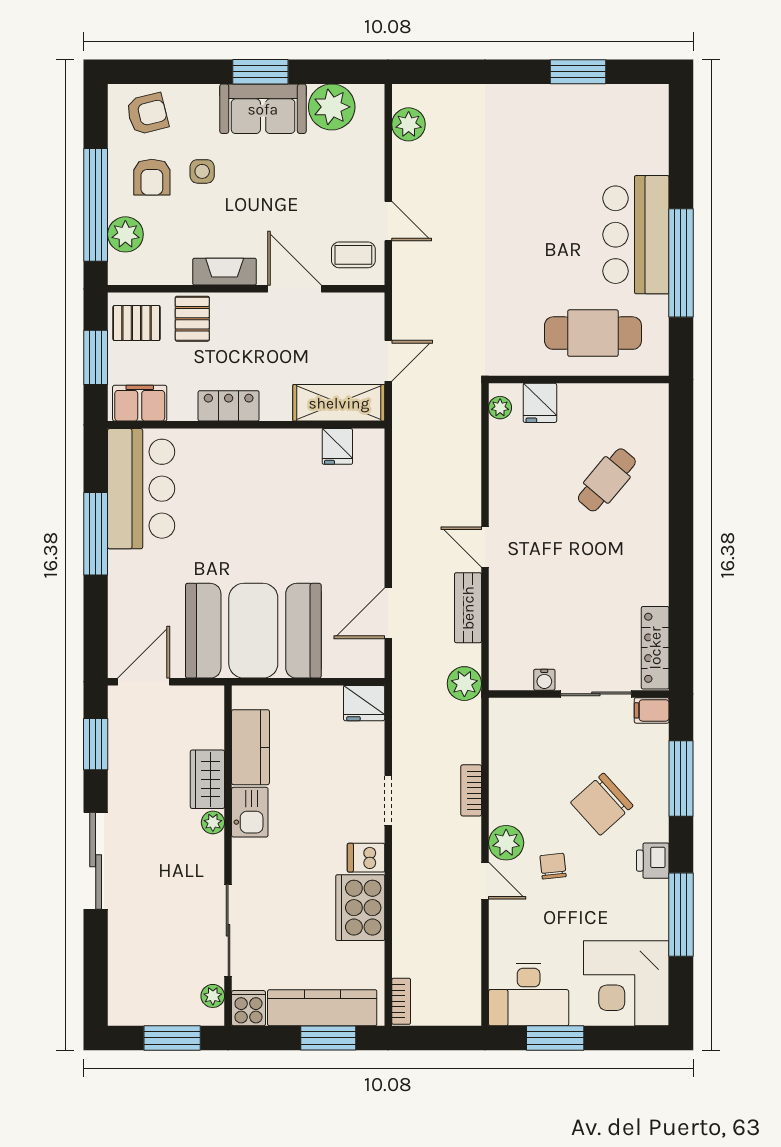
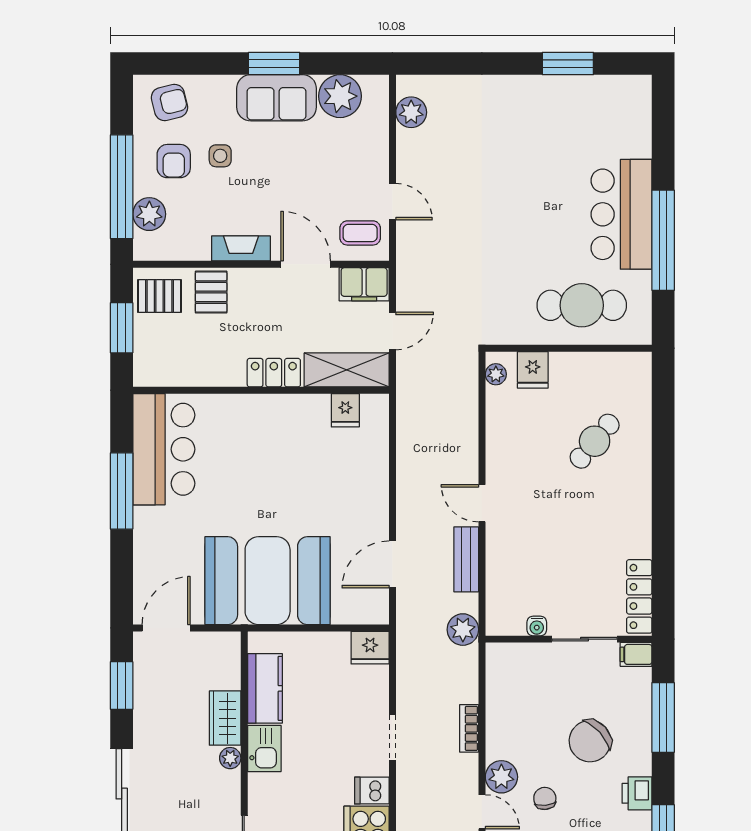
filing cabinet: (140, 403) -> (364, 284), moved, turned 180
locker: (229, 406) -> (274, 373), moved

